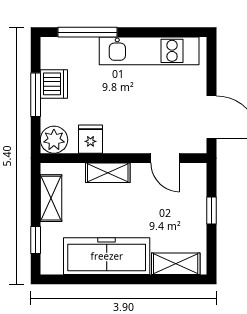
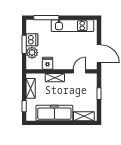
plant: (54, 140) -> (32, 53), moved
door: (165, 158) -> (79, 71), swing flipped

